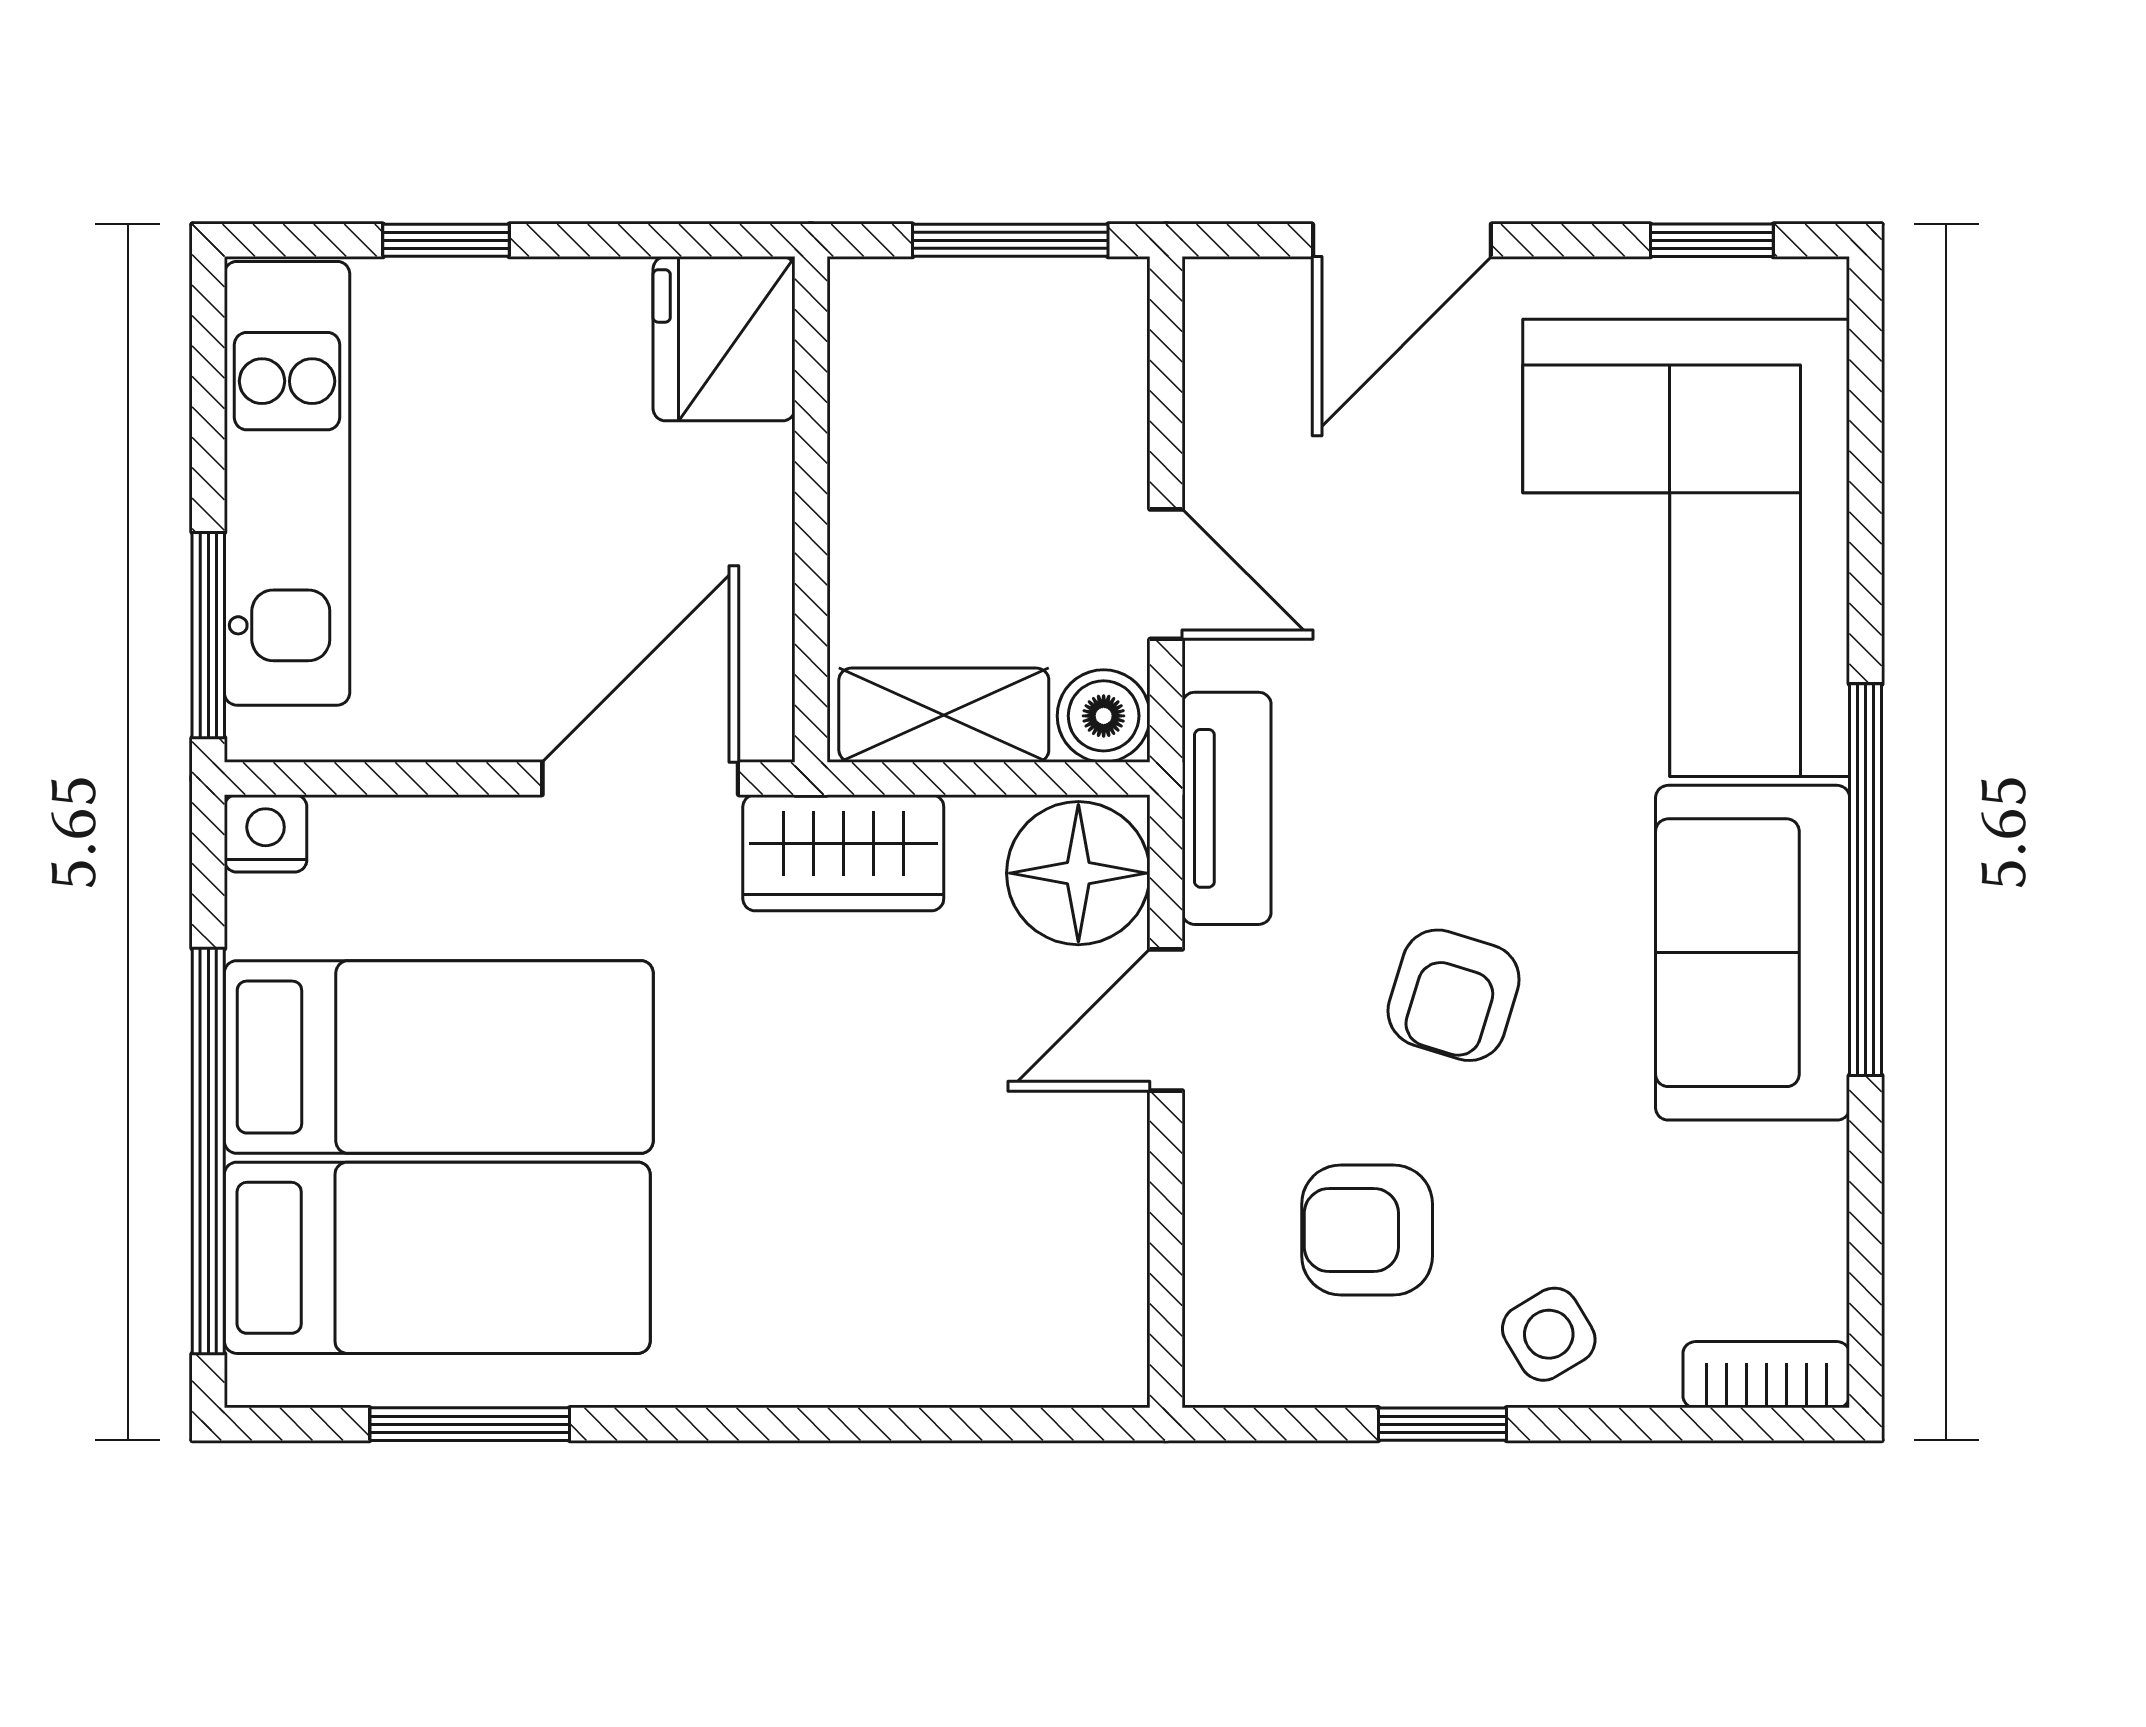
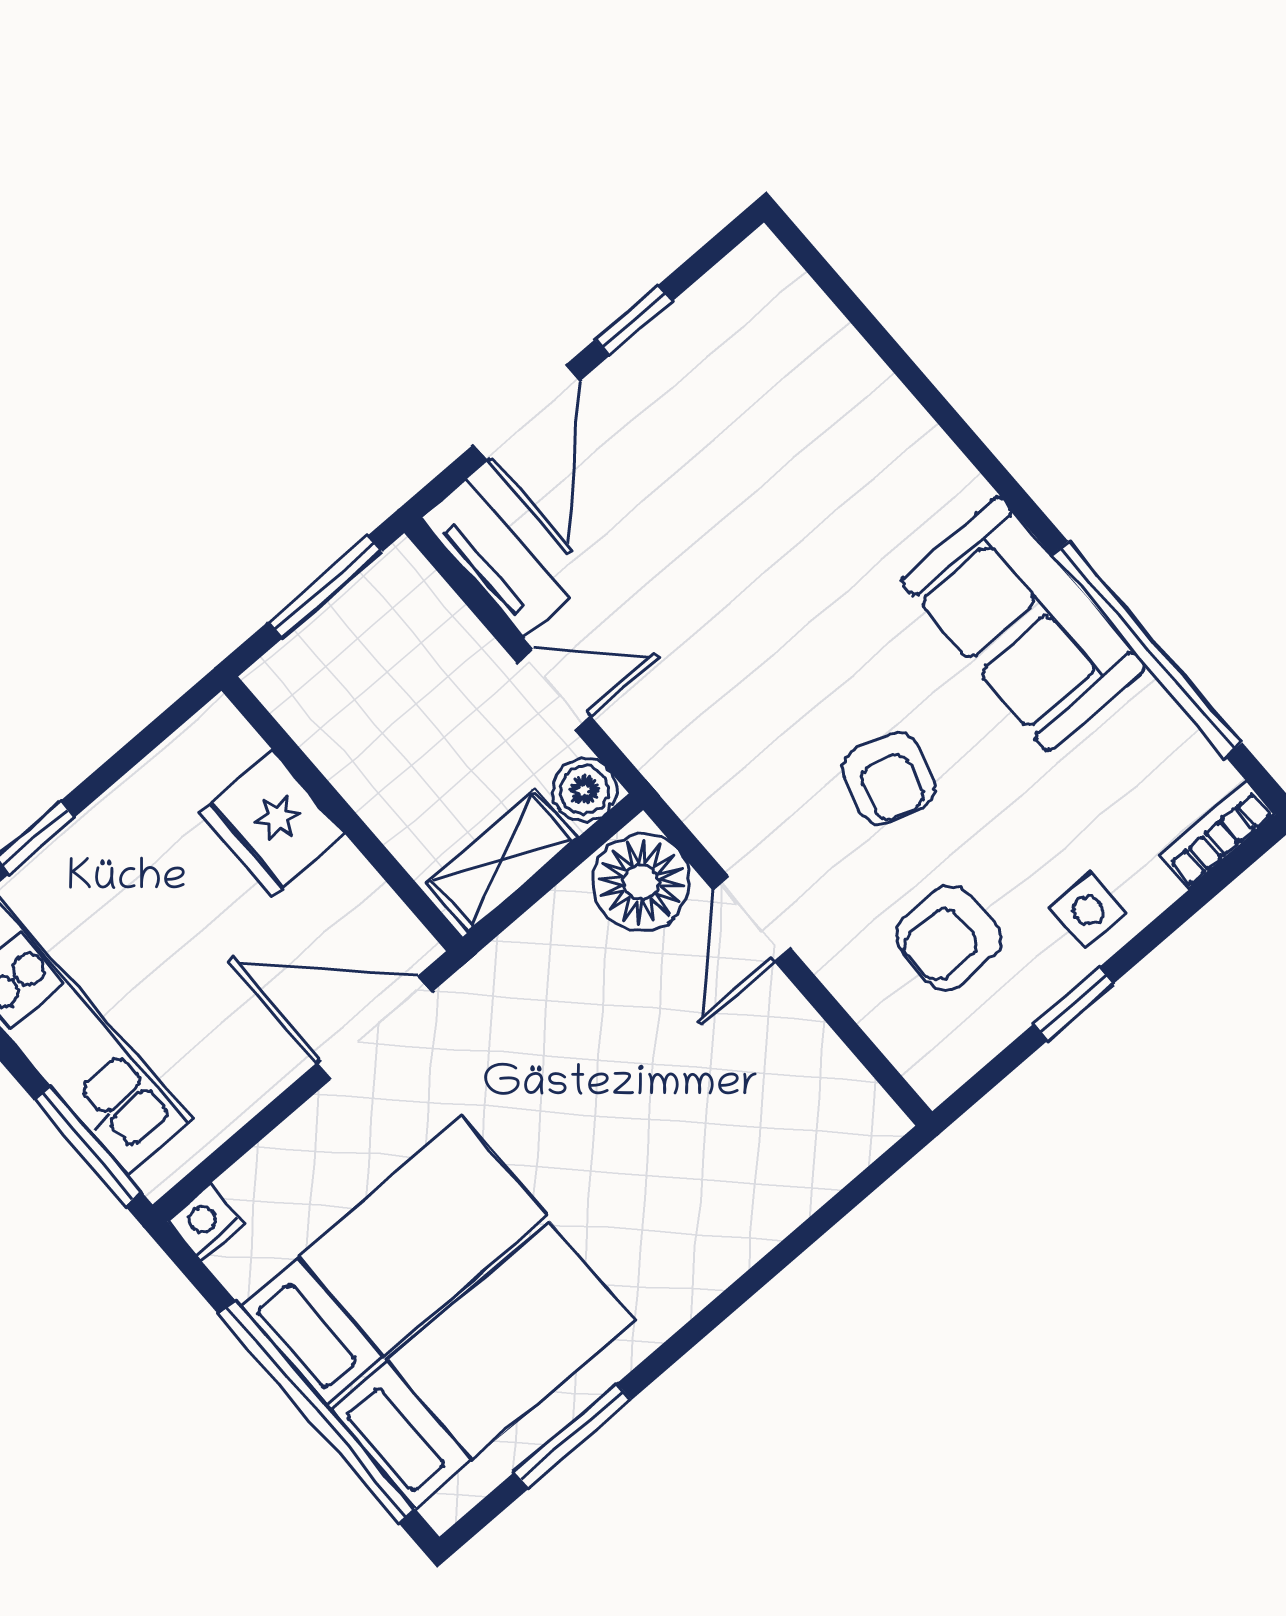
window: (1712, 240) -> (634, 320), moved
fridge: (724, 339) -> (272, 823), moved
corner sofa: (1686, 548) -> (810, 445), removed
door: (640, 778) -> (374, 1028), hinge flipped
tv unit: (1227, 808) -> (495, 559), moved
wardrobe: (843, 853) -> (511, 976), removed
window: (1866, 880) -> (1147, 649), moved
side table: (1549, 1334) -> (1088, 911), turned 31

